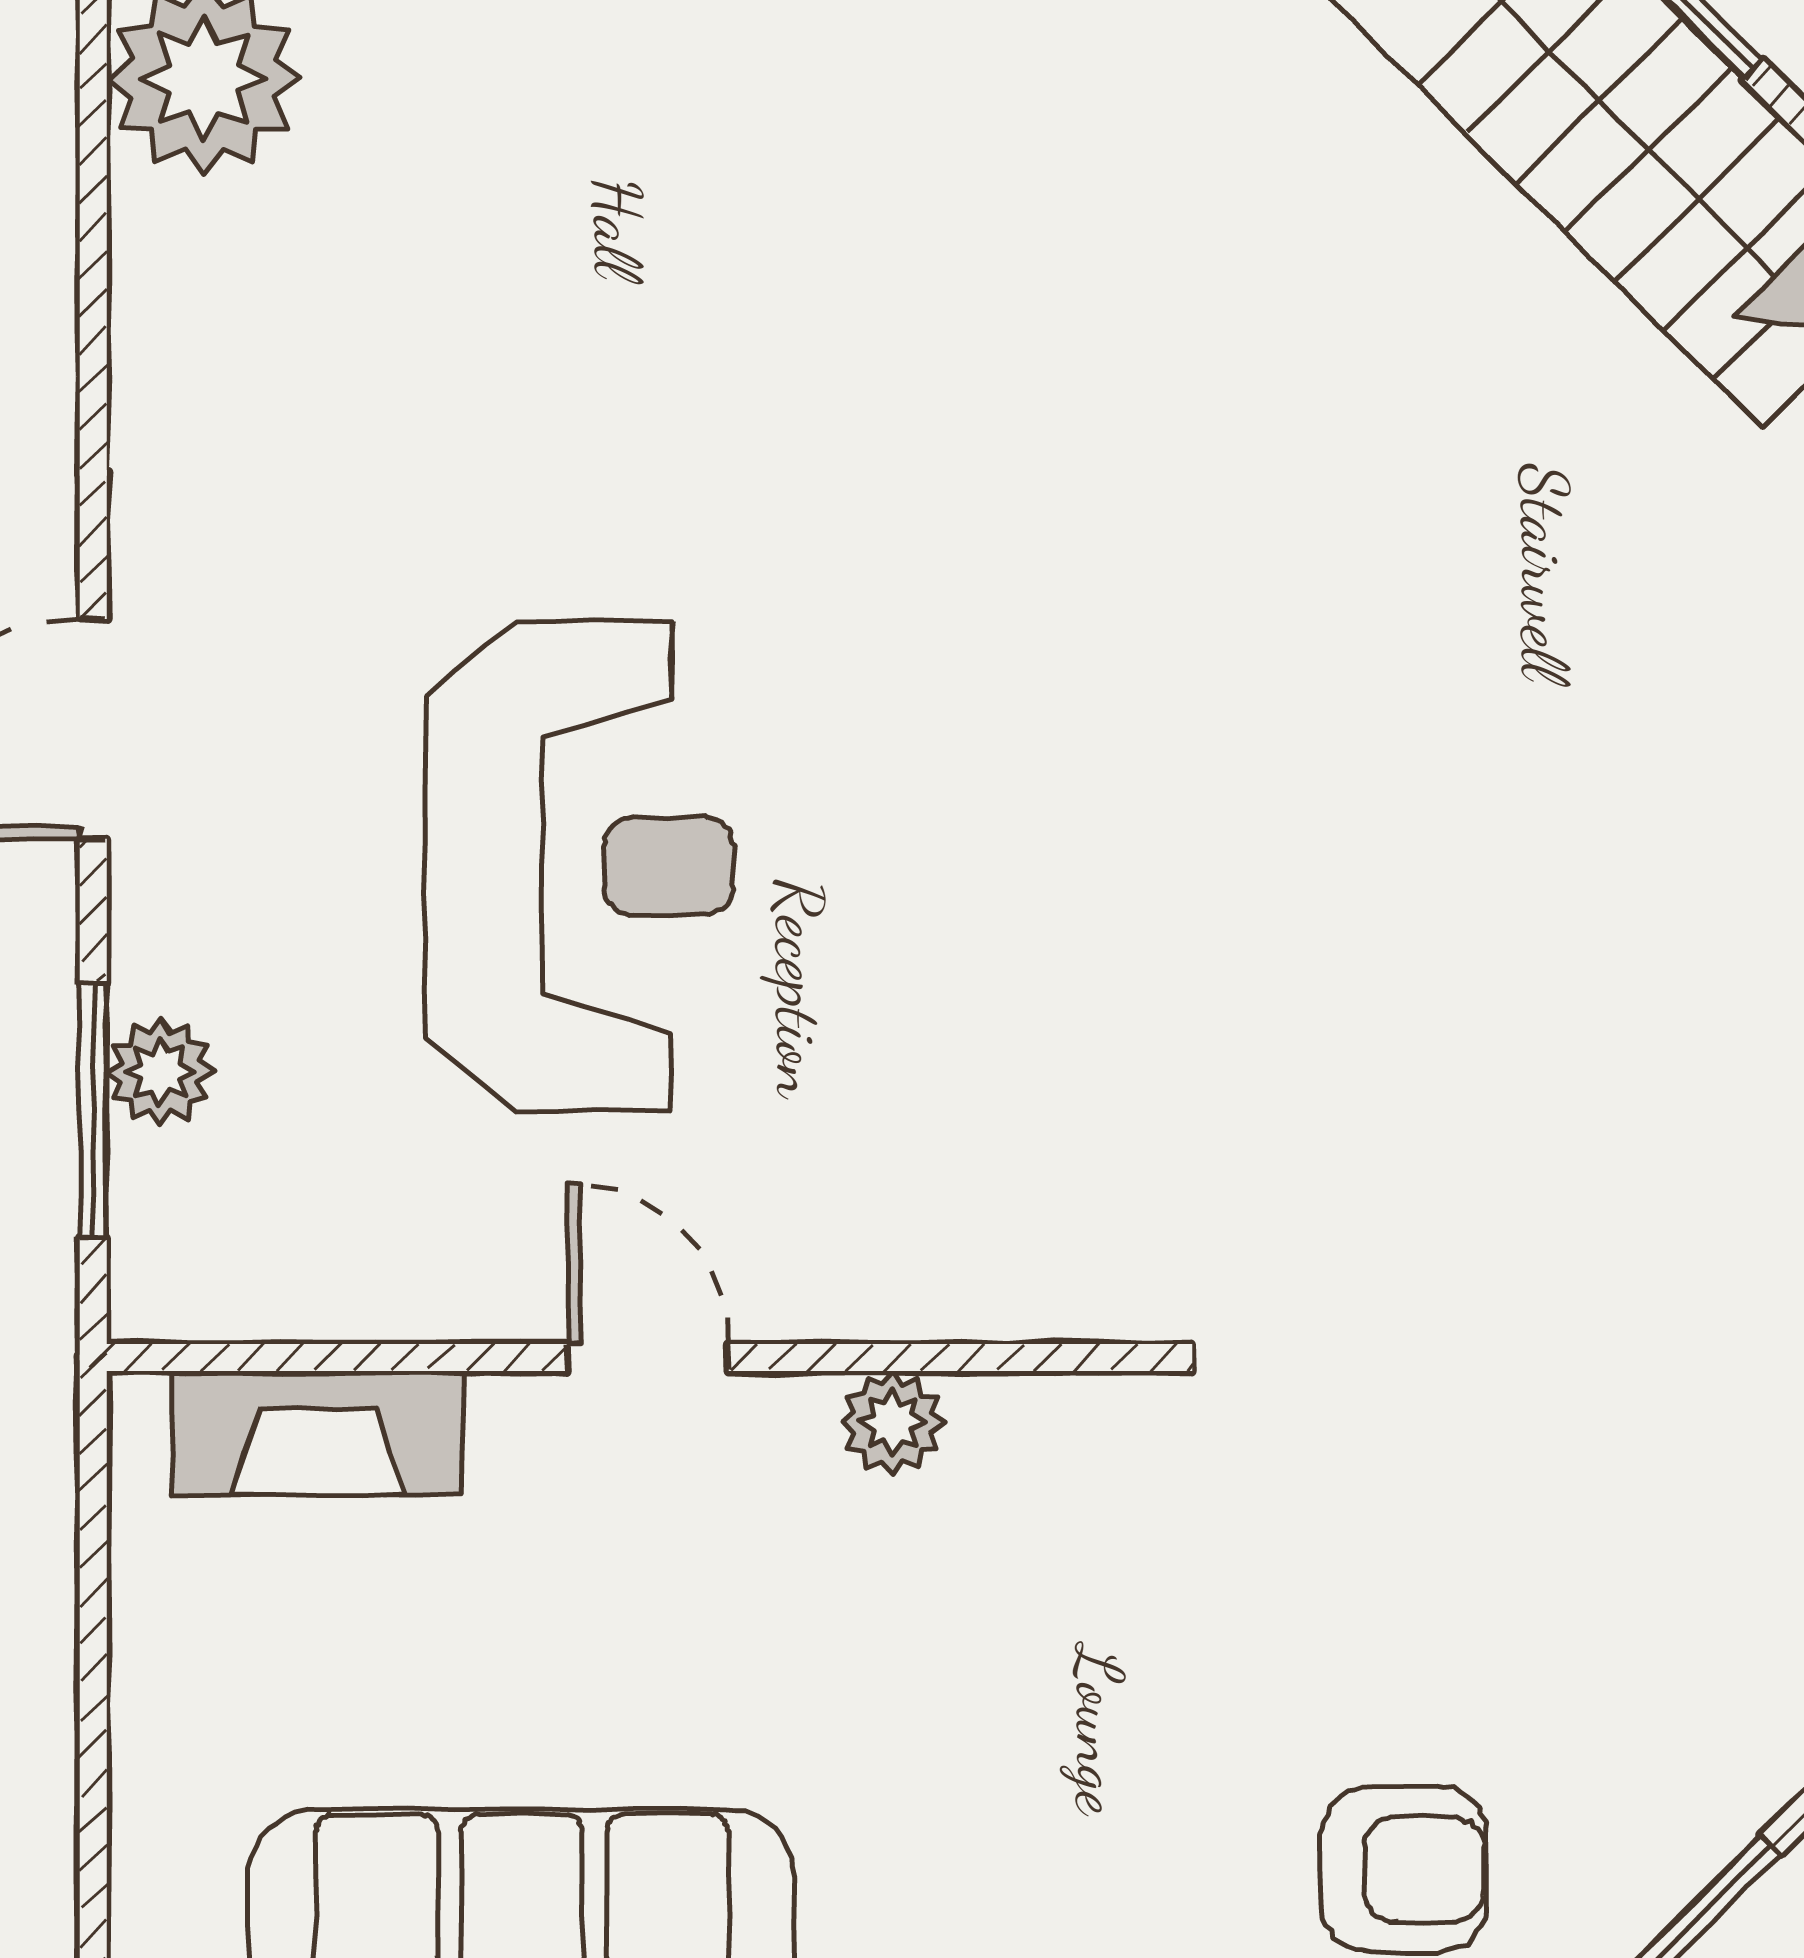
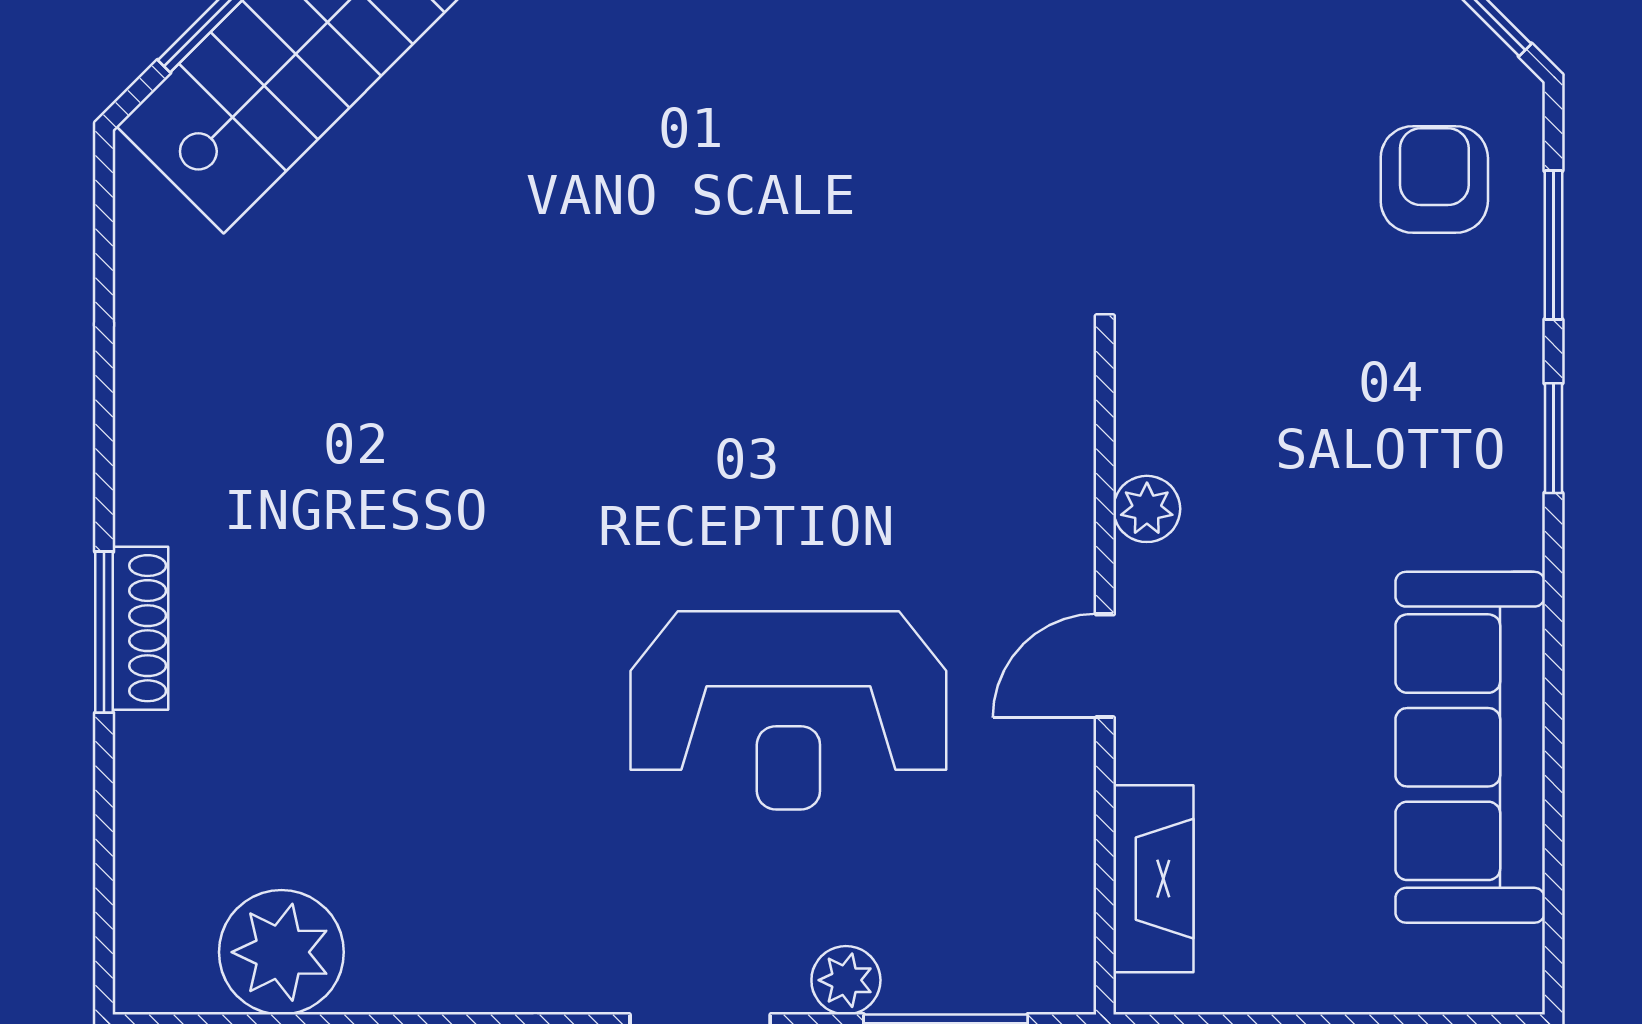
reception desk: (579, 866) -> (788, 710), turned 180
plant: (160, 1072) -> (846, 980), moved

